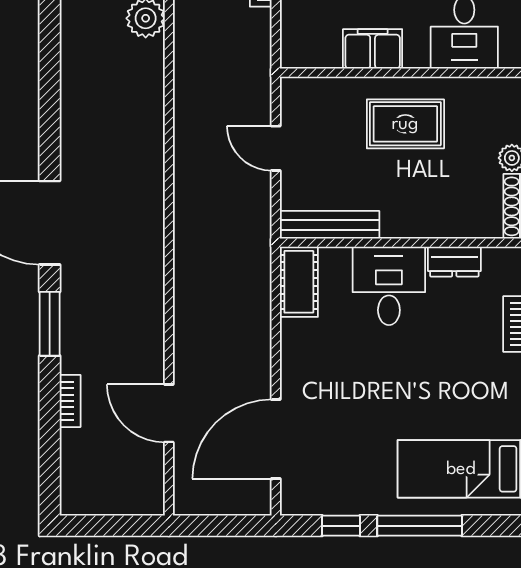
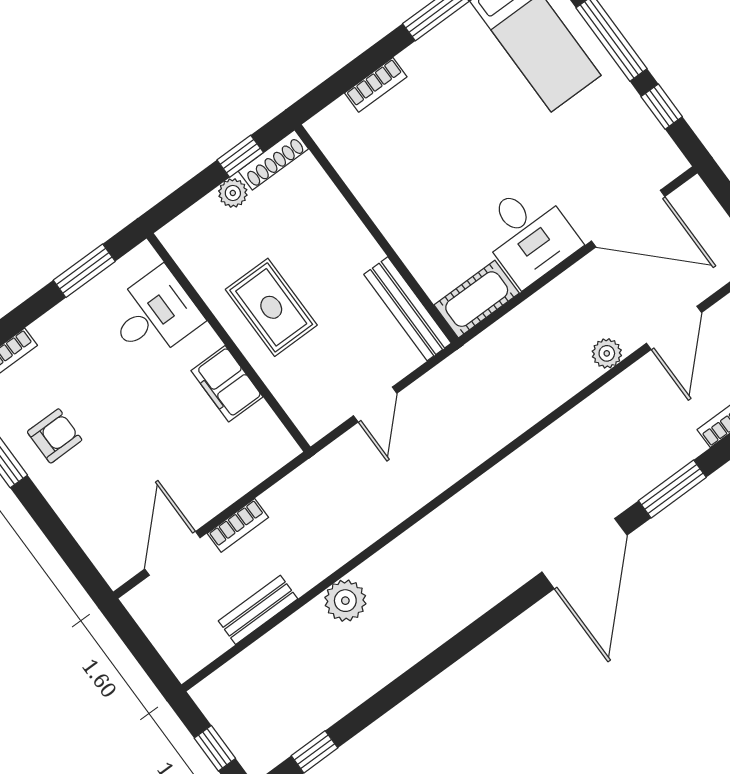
dresser: (454, 262) -> (360, 177), removed
desk: (389, 286) -> (528, 234), moved, turned -90
plant: (187, 349) -> (607, 353), added

